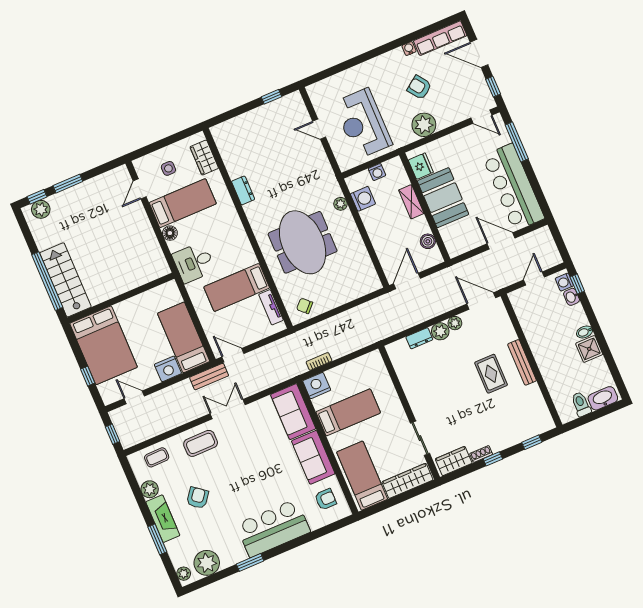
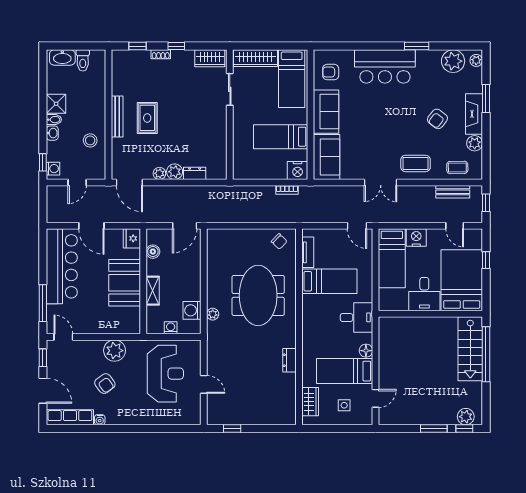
fridge: (421, 166) -> (132, 238), moved
washbasin: (572, 297) -> (52, 133), moved
desk: (135, 315) -> (424, 294), added
stool: (539, 326) -> (90, 140), added
bench: (209, 377) -> (453, 192), moved
shoe rack: (481, 454) -> (161, 54), moved

